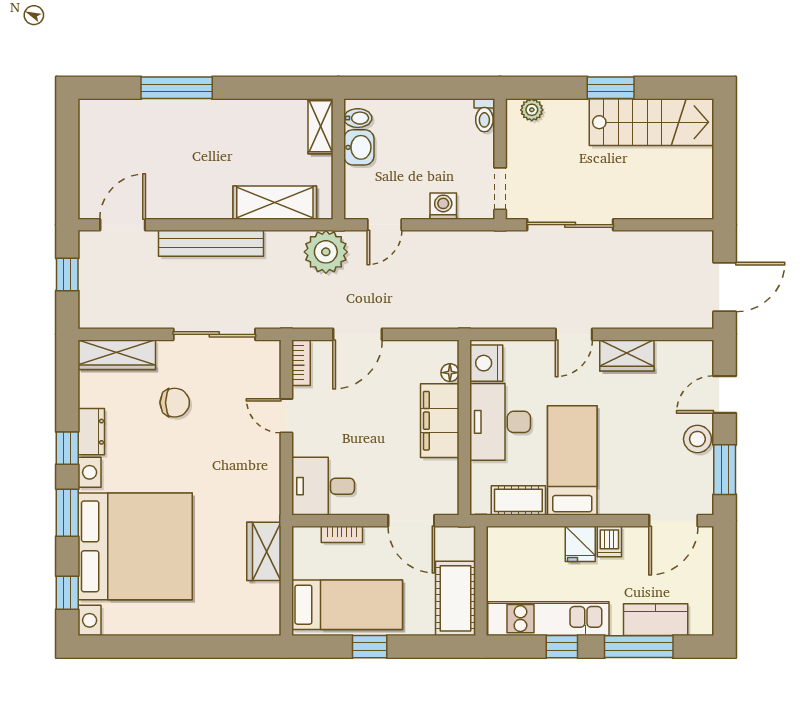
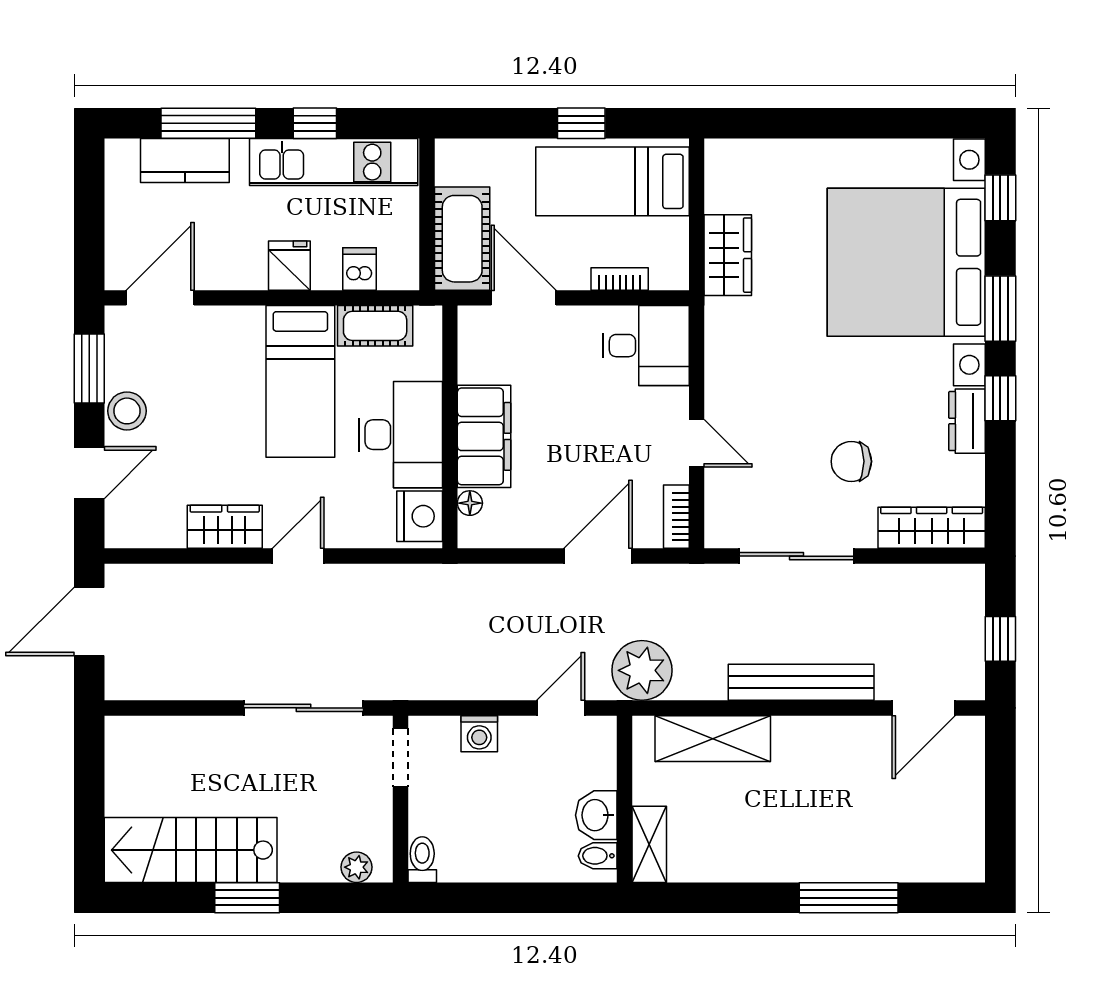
dishwasher: (609, 542) -> (359, 269), moved
cot: (456, 598) -> (462, 239), moved

